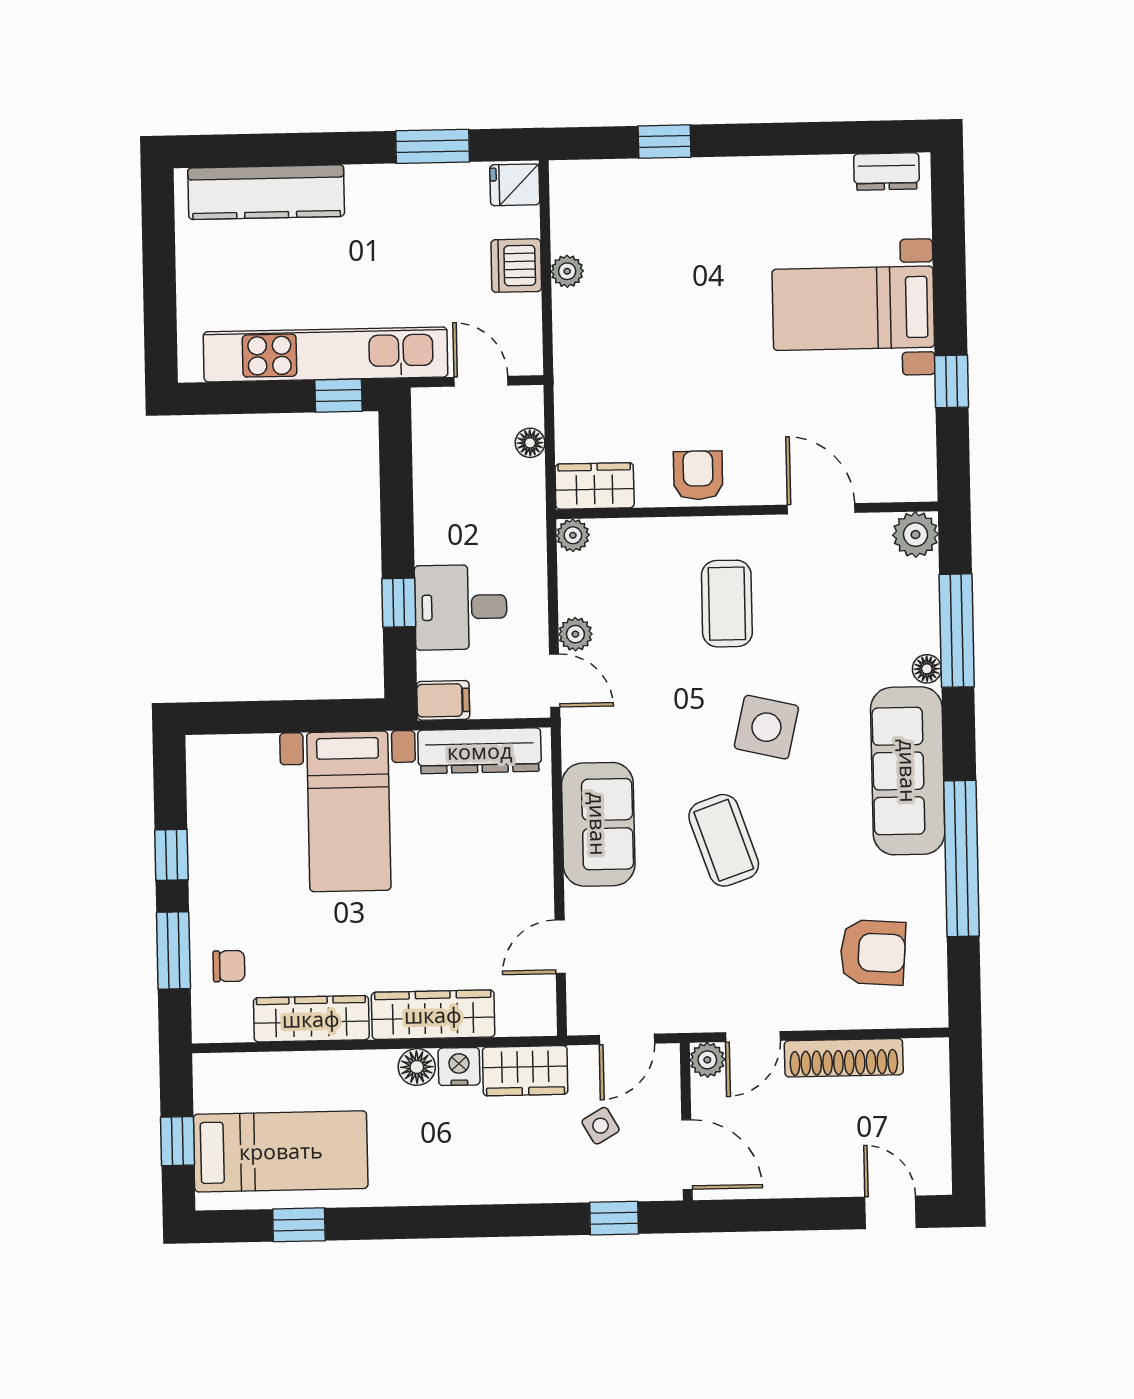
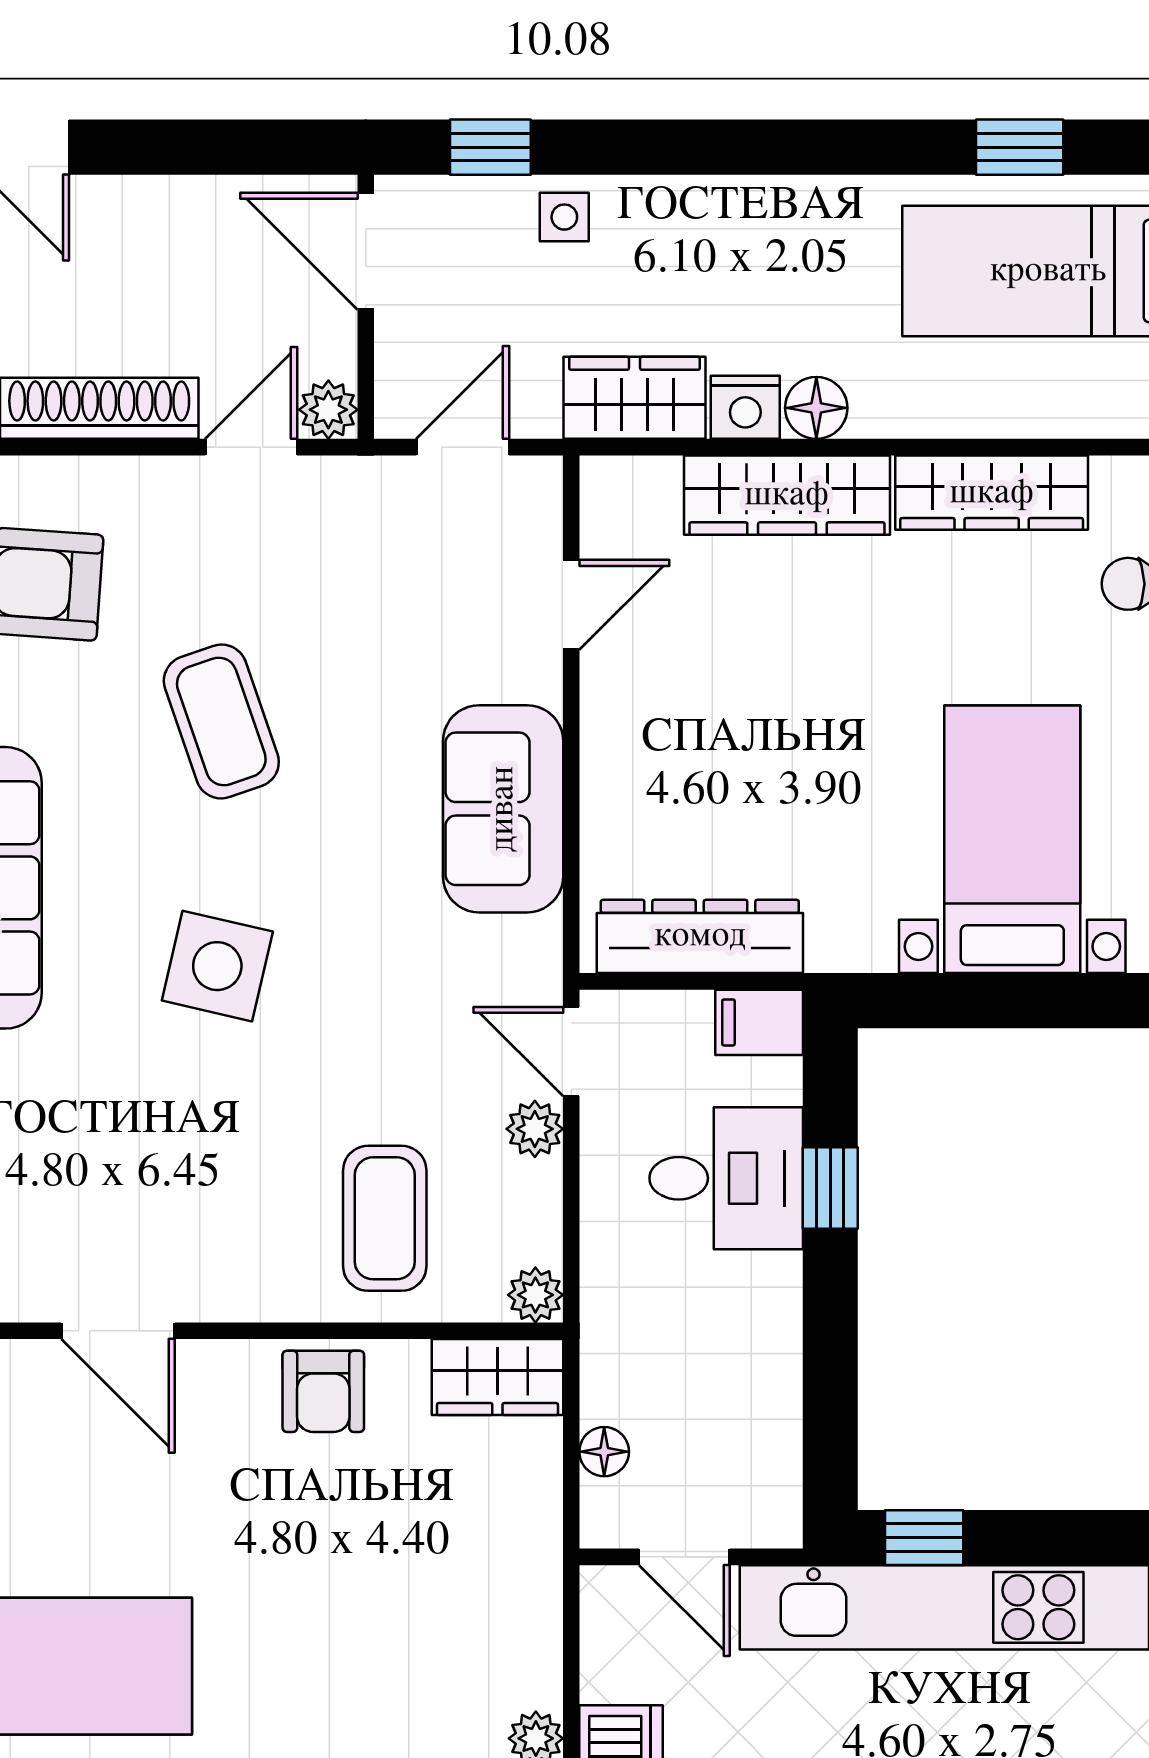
coffee table: (727, 604) -> (385, 1218), moved
bed with nightstands: (349, 811) -> (1012, 839), moved
coffee table: (724, 840) -> (221, 721), moved
side table: (601, 1126) -> (564, 217), moved, turned 30

